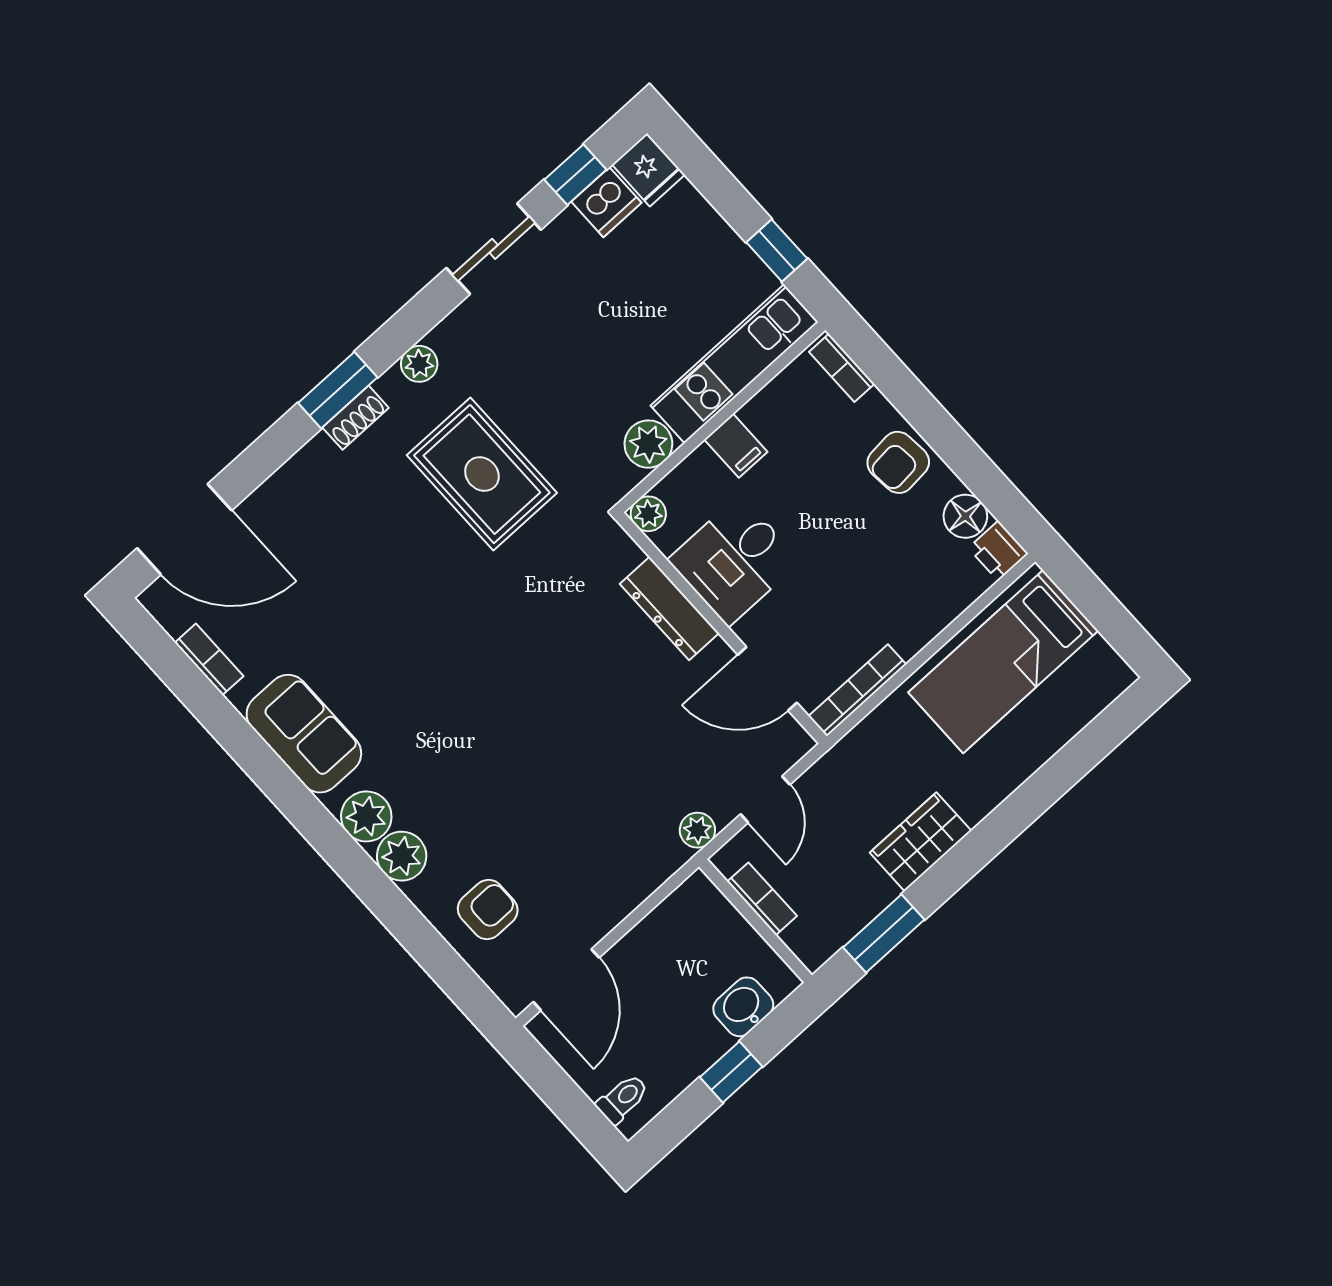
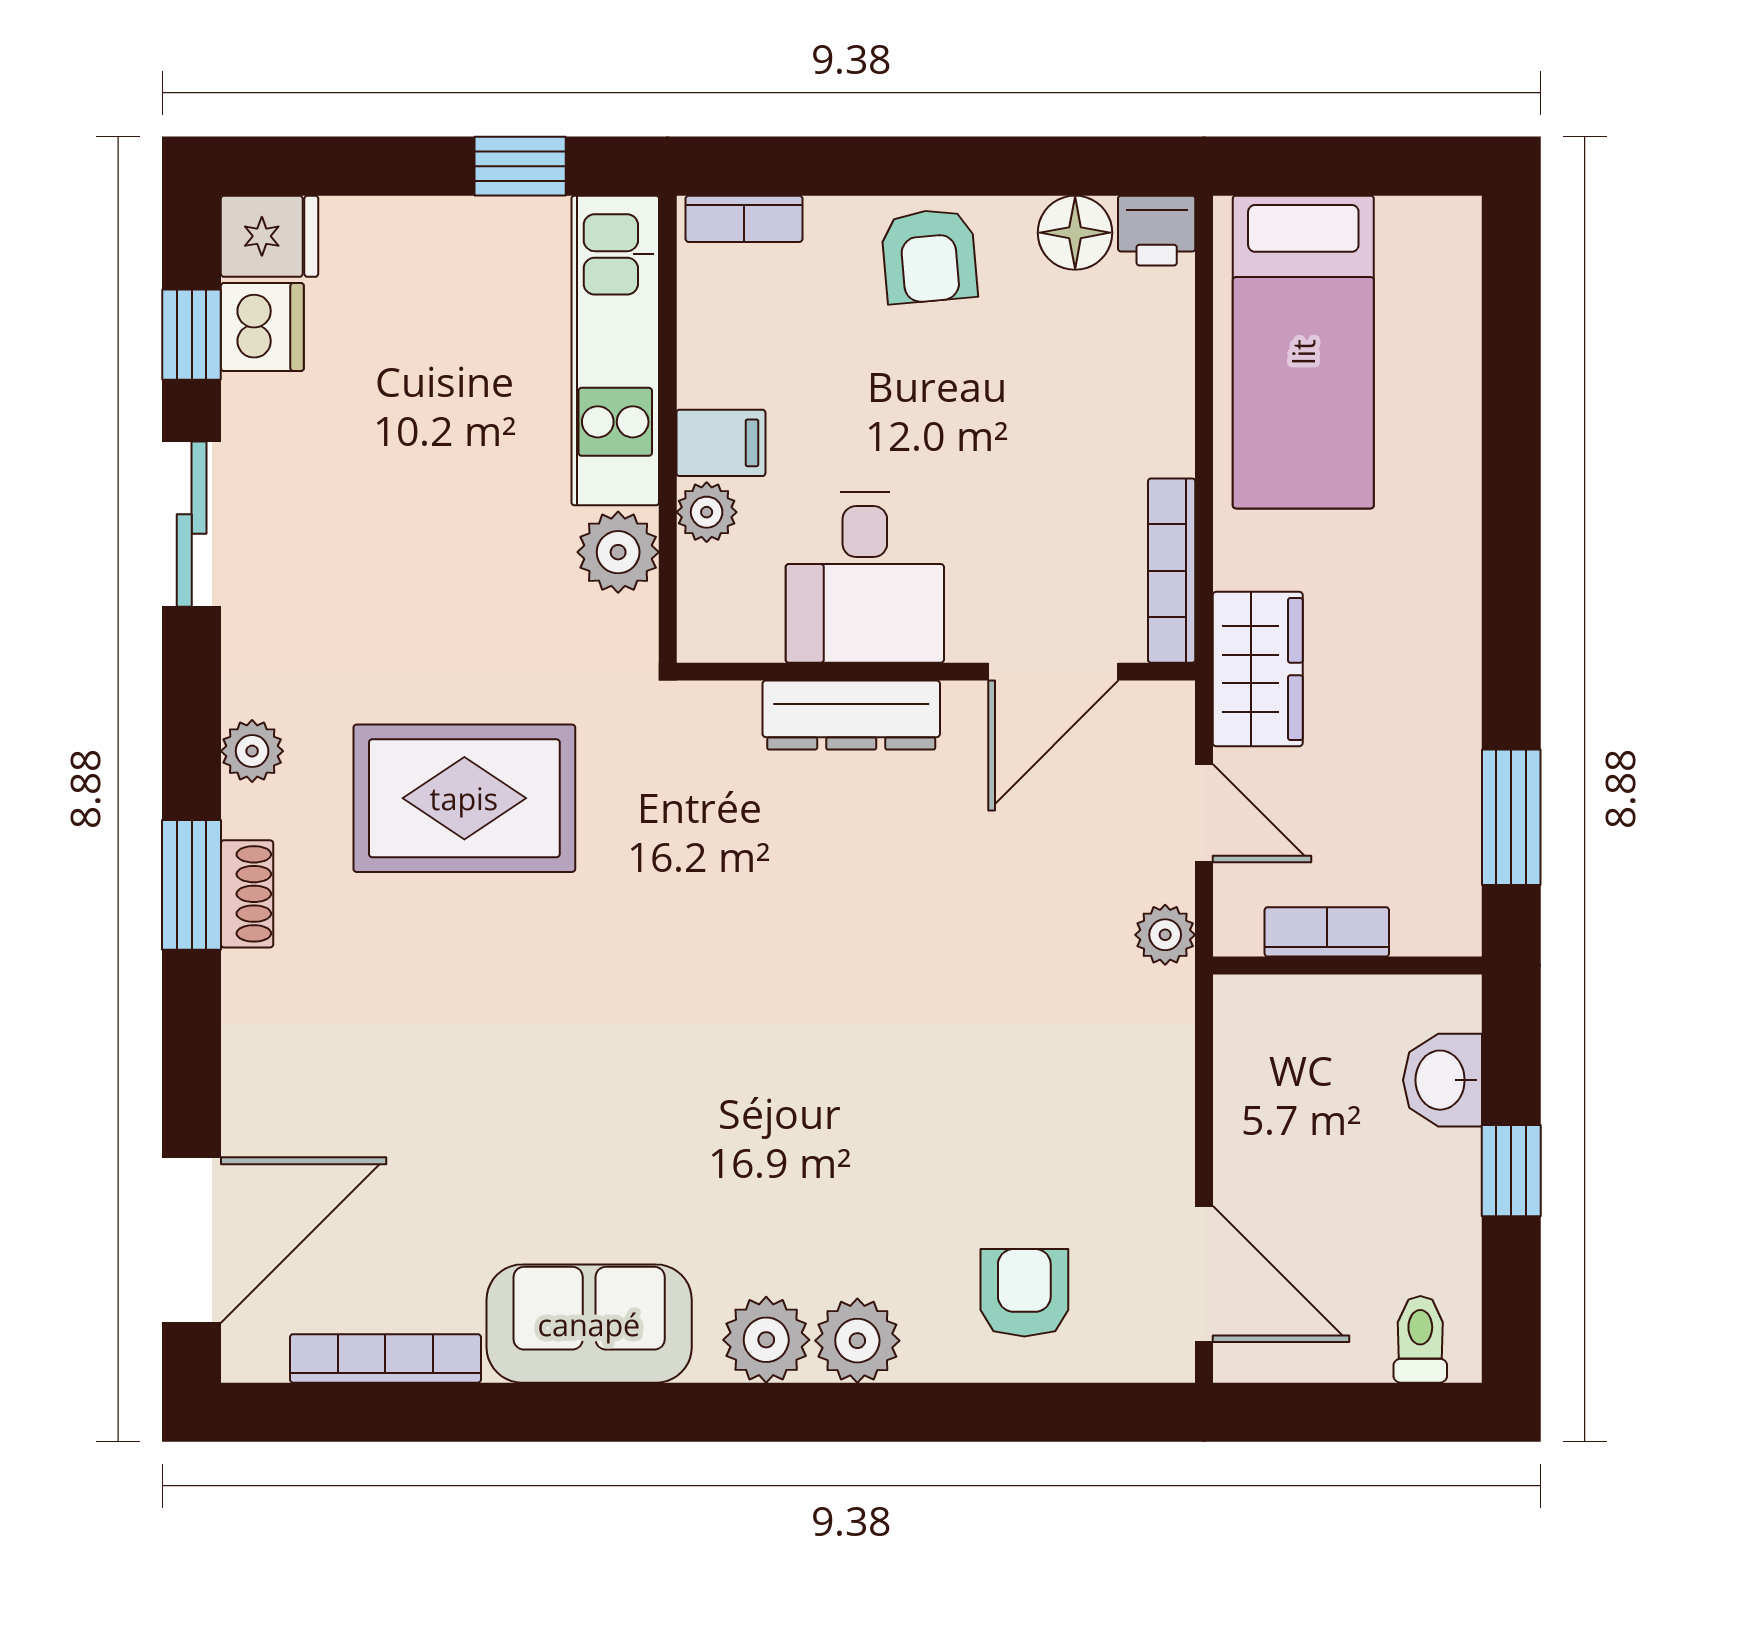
plant: (648, 514) -> (707, 512), moved
bookcase: (209, 659) -> (385, 1358), width x1.56
wardrobe: (921, 842) -> (1258, 669), moved, turned 180

